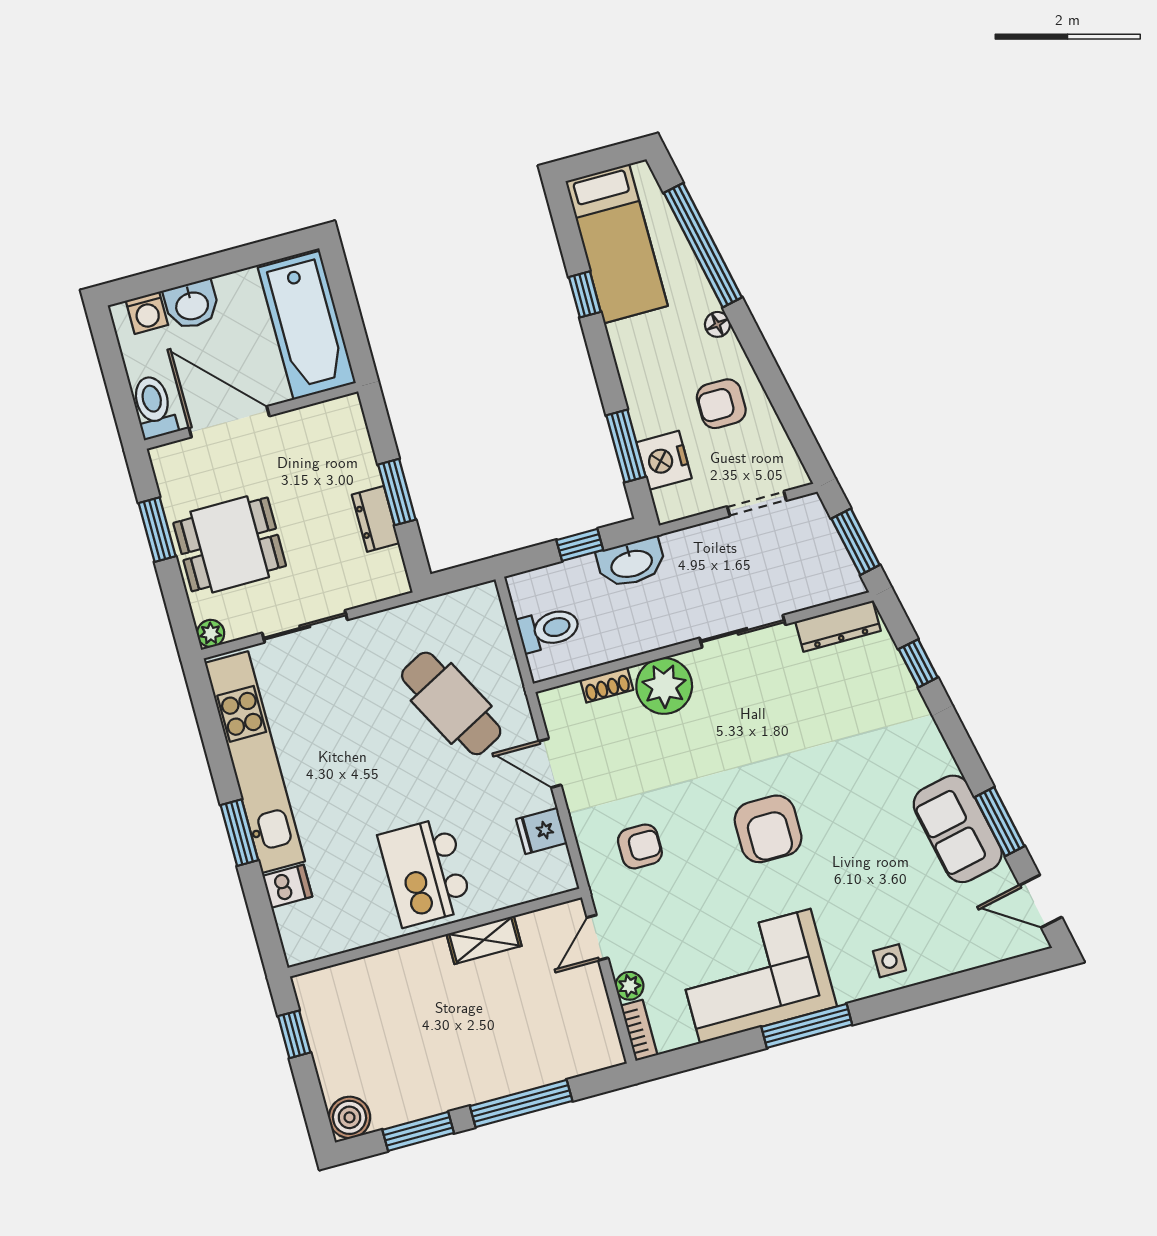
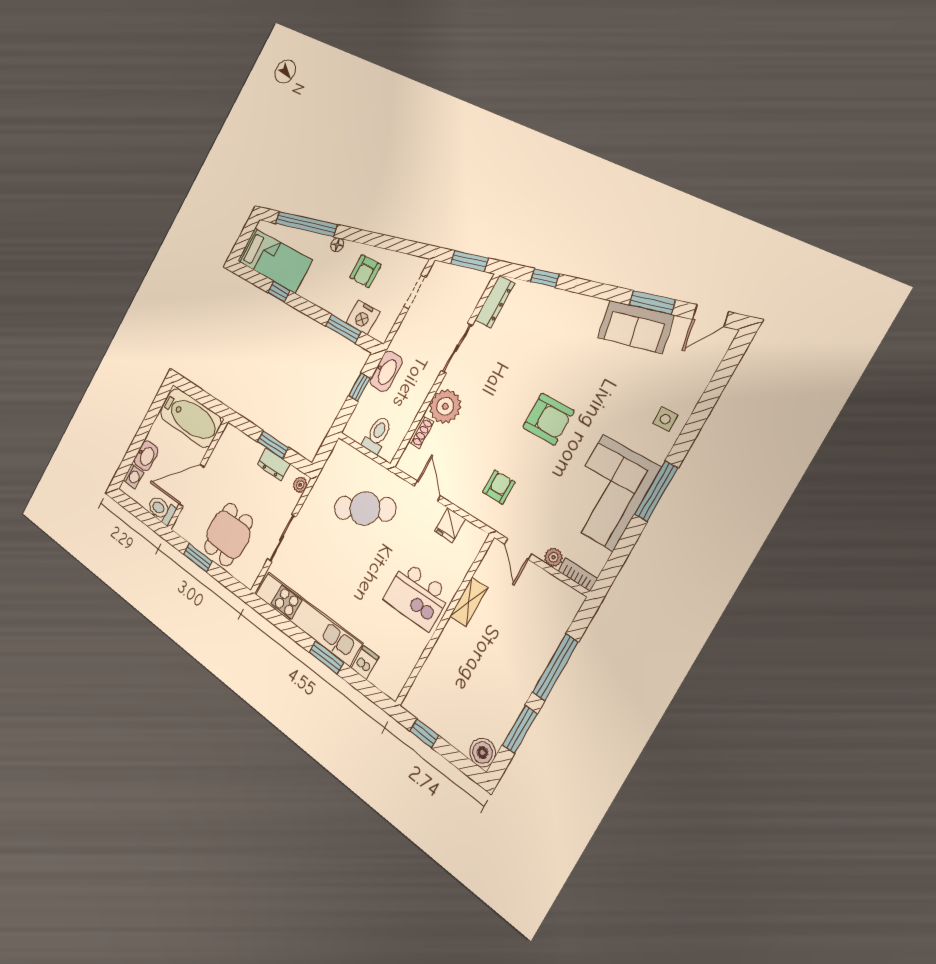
plant: (211, 633) -> (300, 485), moved
door: (550, 763) -> (427, 491), swing flipped

